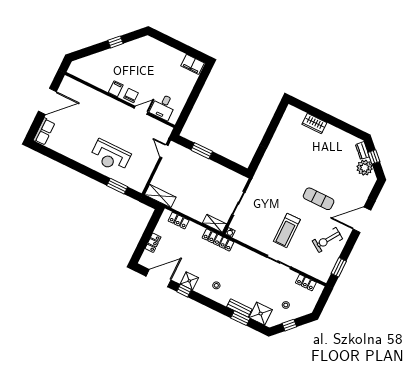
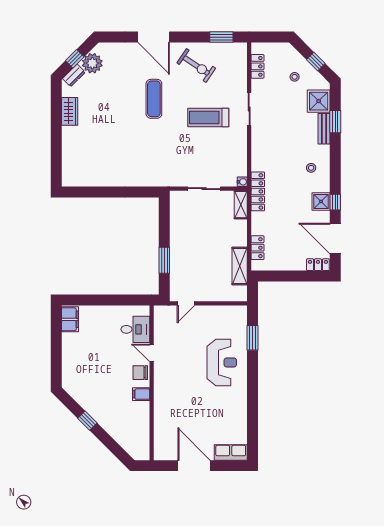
wardrobe: (314, 123) -> (70, 111), moved
shelving: (160, 196) -> (240, 266), moved
treadmill: (287, 230) -> (208, 117), turned 180
locker: (153, 243) -> (318, 265), moved

